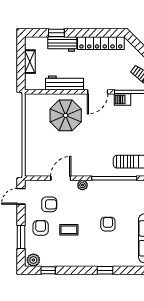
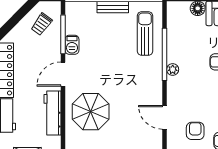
door: (98, 92) -> (63, 74), swing flipped
plant: (82, 185) -> (173, 70), moved

